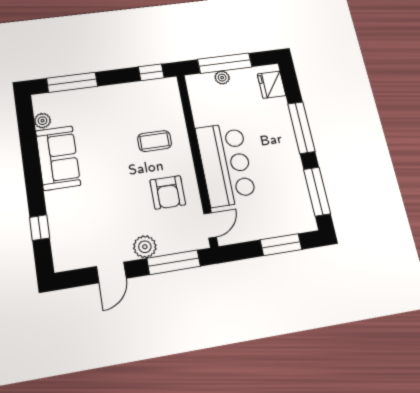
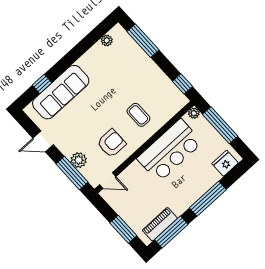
plant: (222, 78) -> (194, 113), moved
sofa: (58, 158) -> (61, 92), moved, width x1.36
bar counter: (226, 164) -> (170, 150), moved
armchair: (168, 192) -> (111, 143), turned 180
piano: (300, 198) -> (160, 224), added
plant: (145, 247) -> (79, 160), moved

